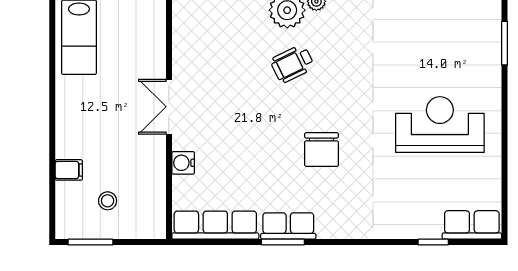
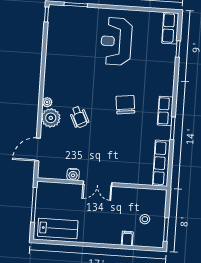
chair: (321, 150) -> (125, 105), turned -97
water cooler: (183, 163) -> (73, 174), moved
row of seats: (288, 226) -> (165, 111), moved

